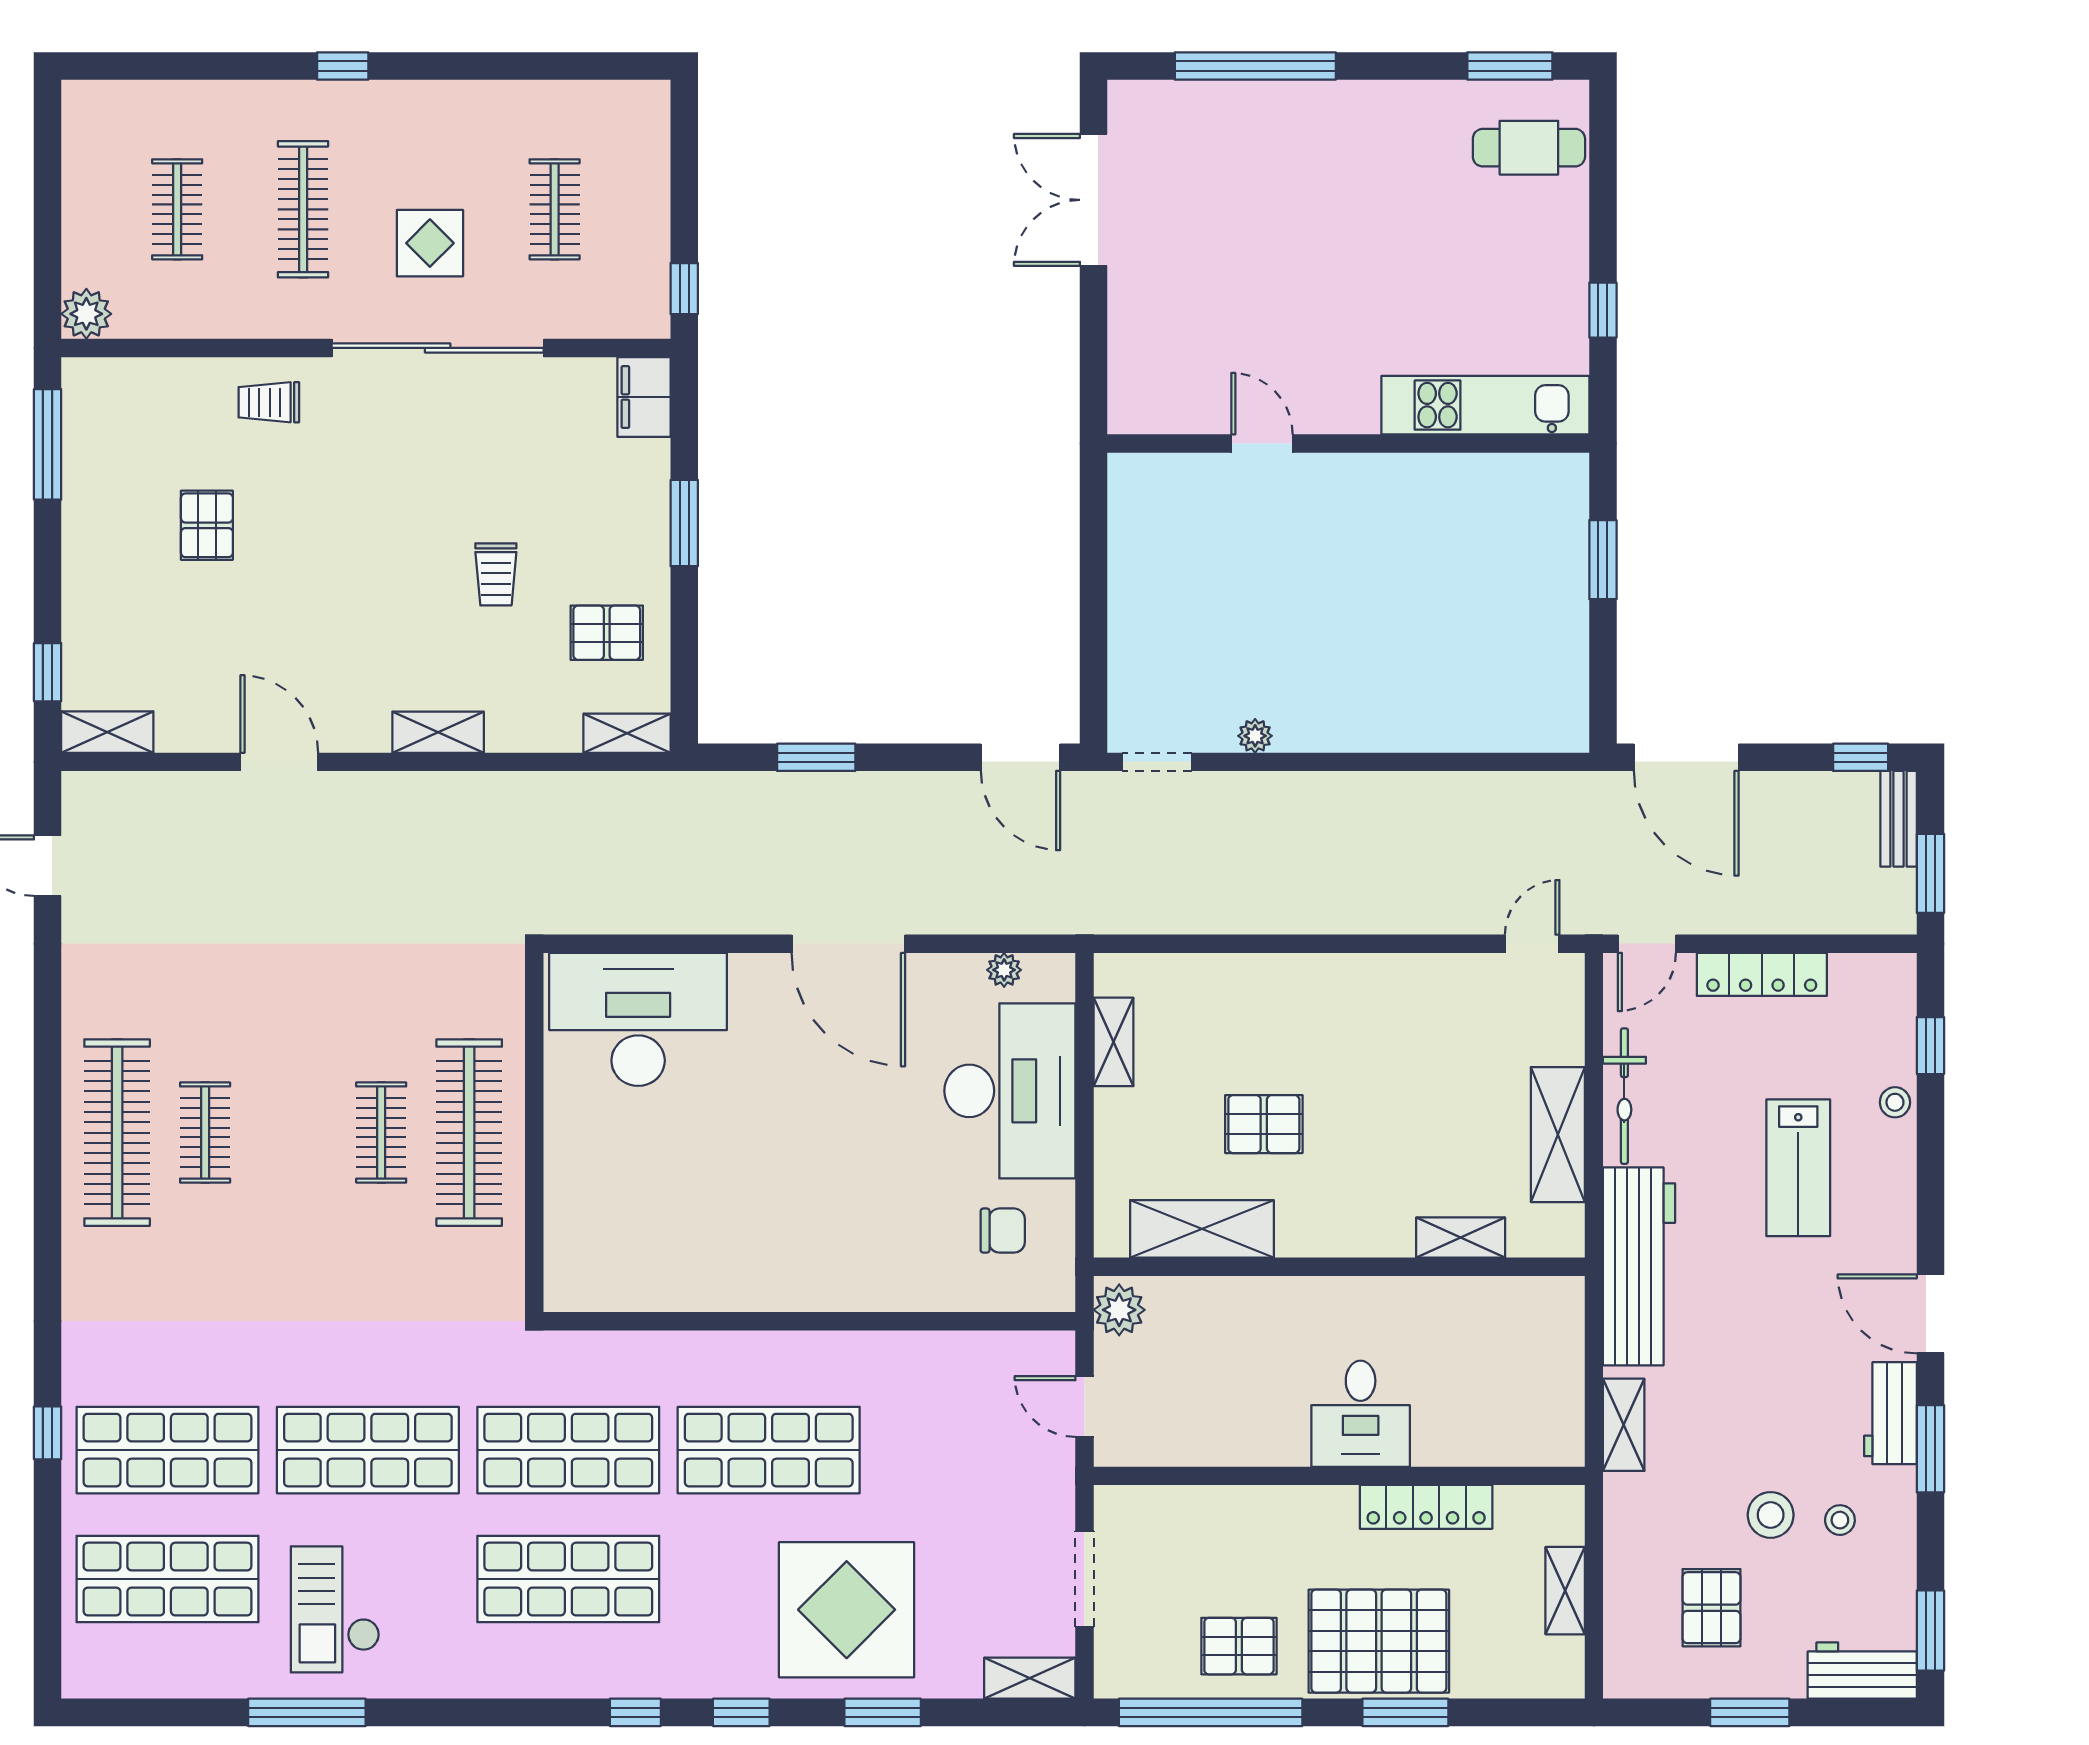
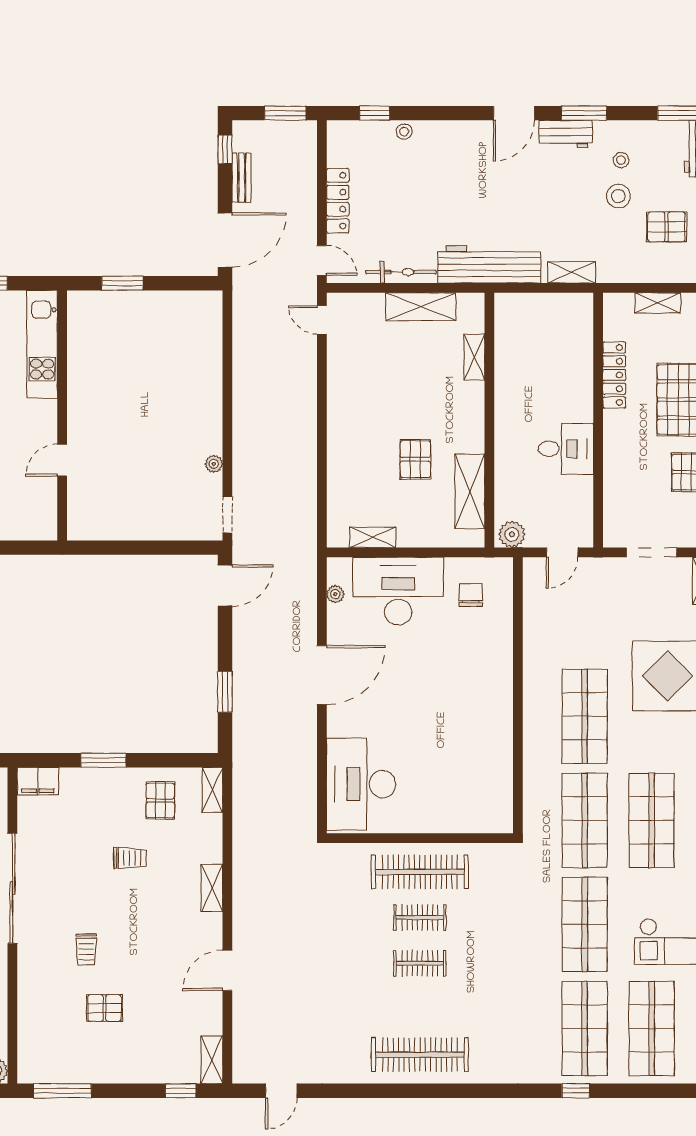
trolley: (269, 402) -> (86, 949), moved
bench: (1899, 819) -> (242, 178), moved, turned 90
clothes rail: (205, 1133) -> (420, 963), moved
lab bench: (1798, 1168) -> (438, 182), removed
desk: (1361, 1414) -> (566, 449), moved

